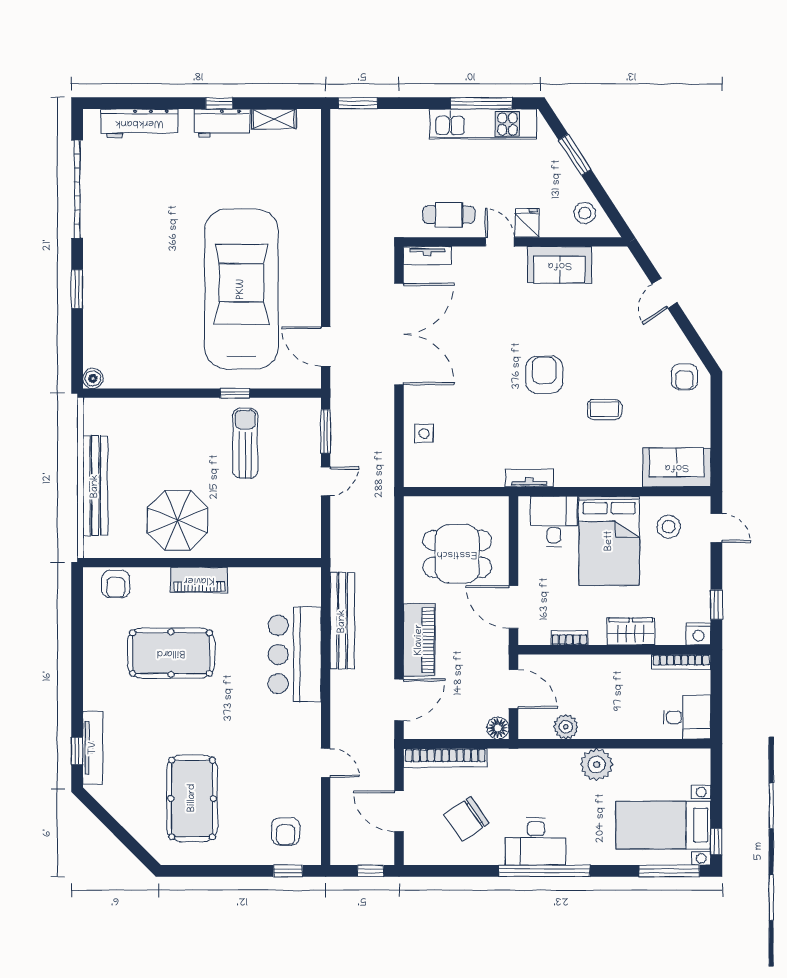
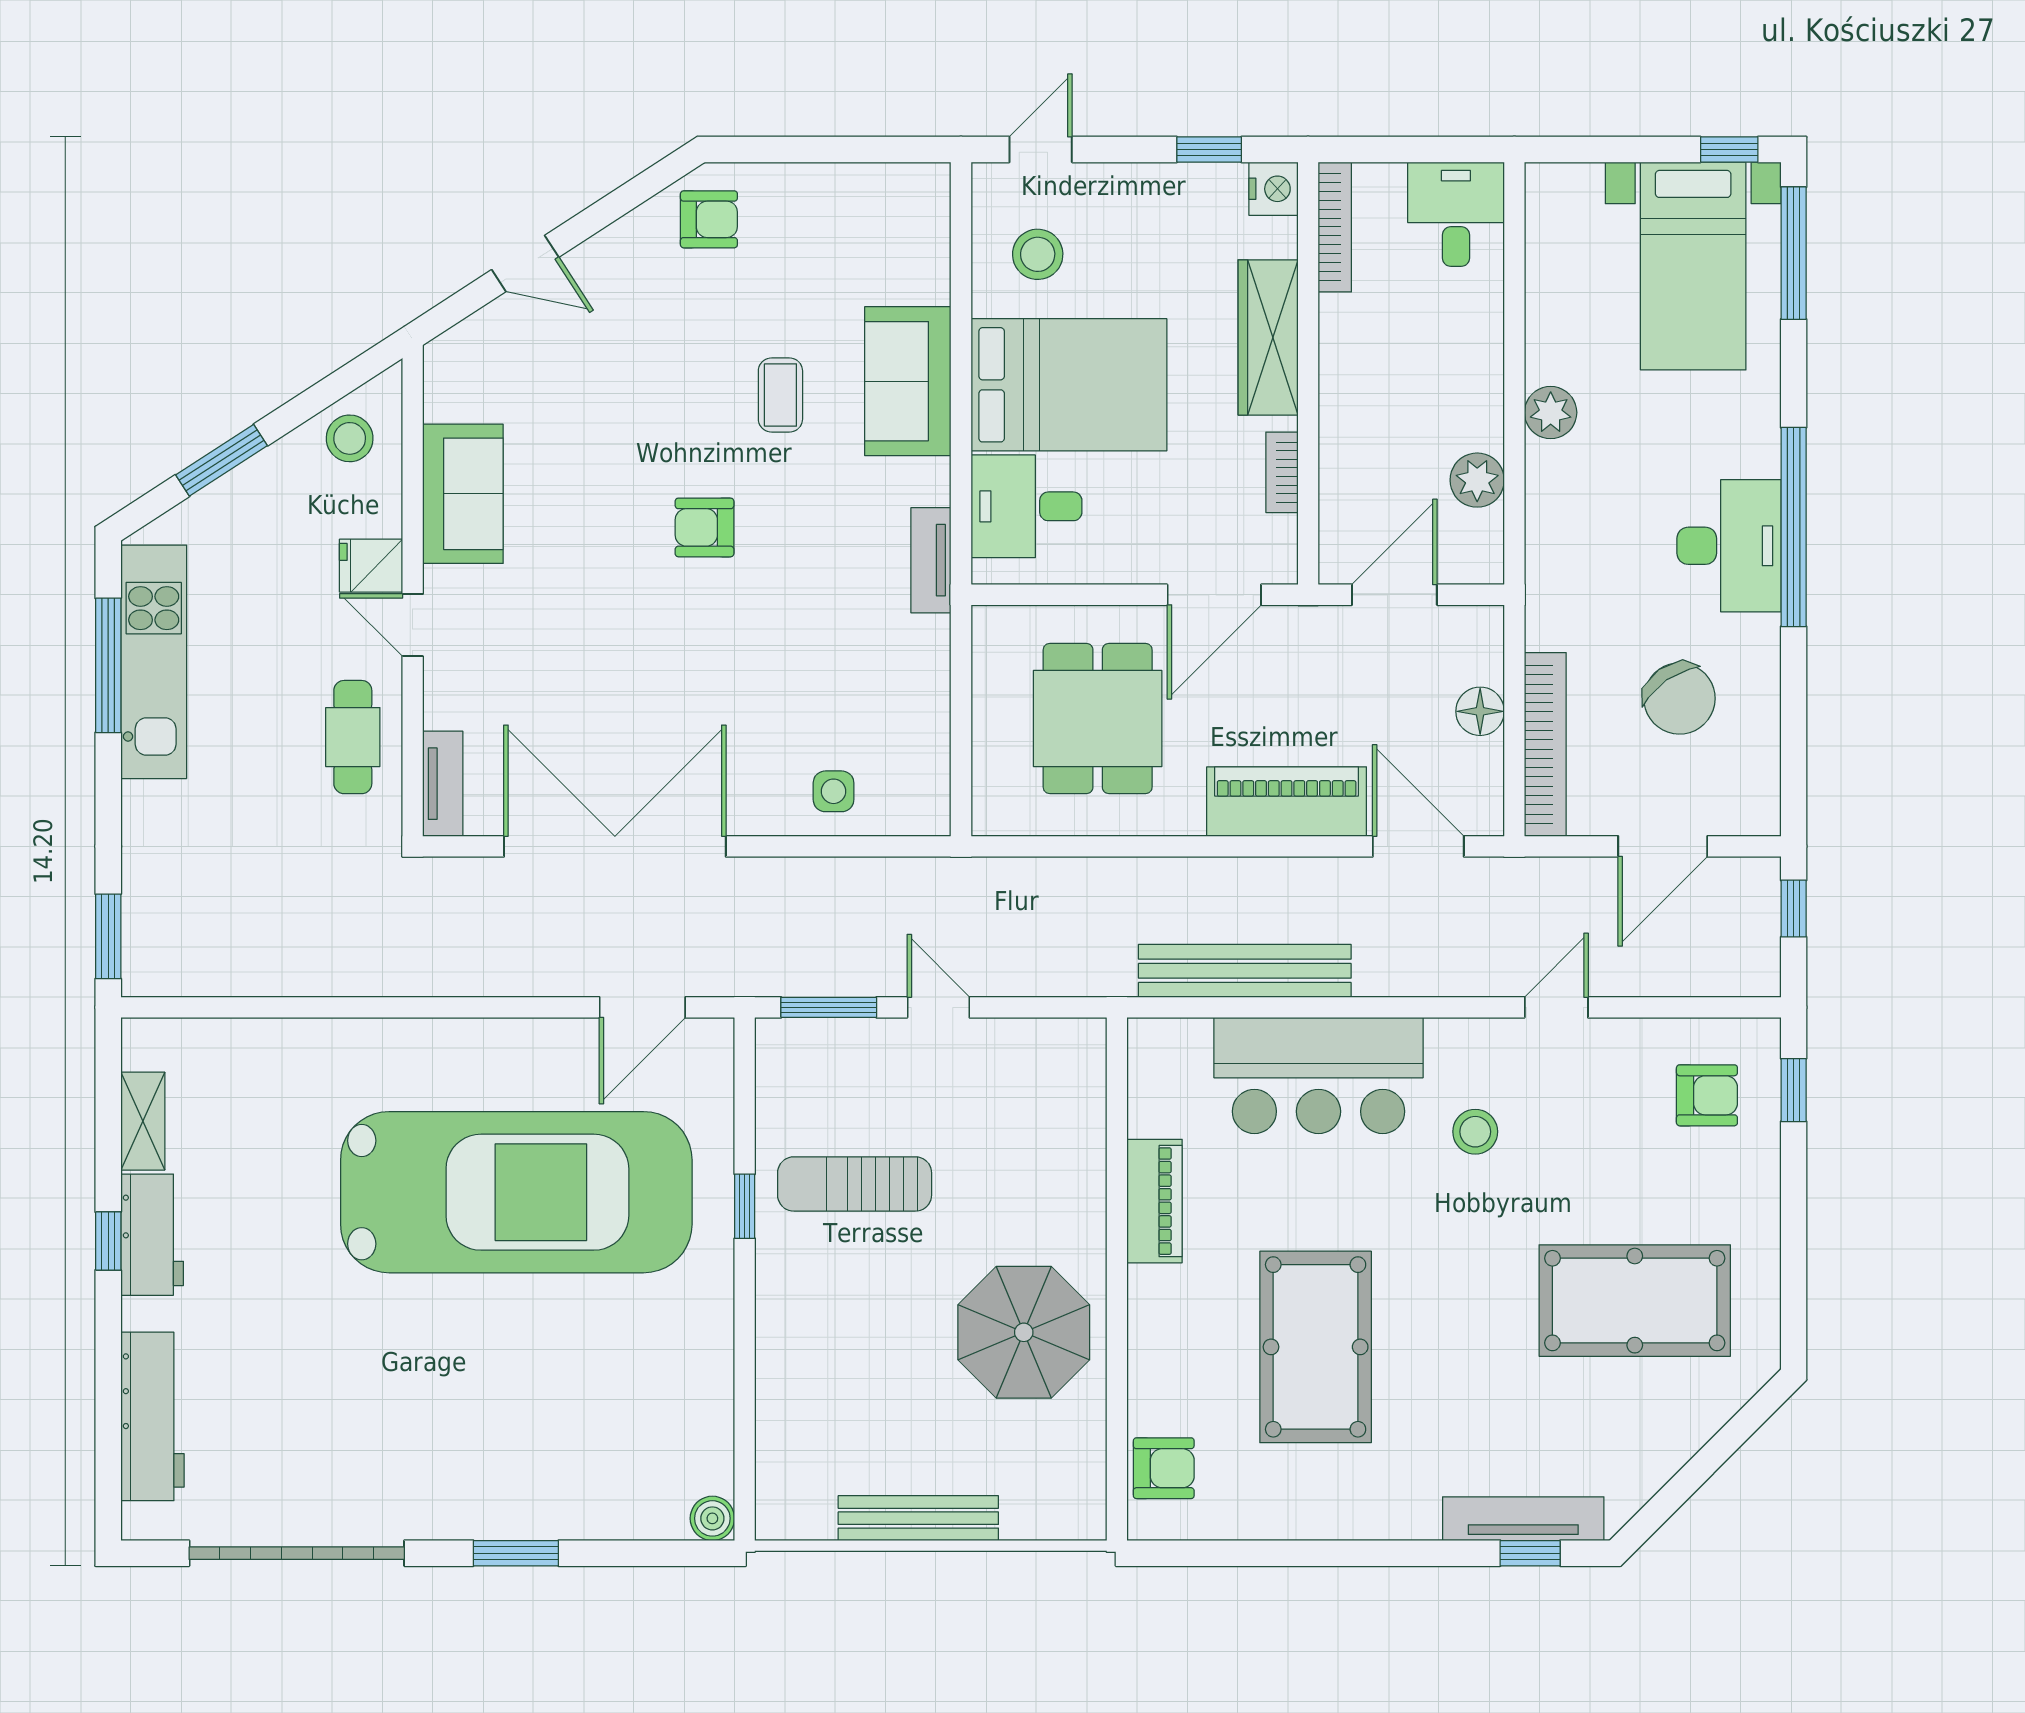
door: (500, 242) -> (413, 625), hinge flipped
car: (241, 289) -> (516, 1192), turned 180
armchair: (544, 375) -> (704, 527), width x0.72, depth x0.72
sofa: (677, 467) -> (908, 381), moved
bench: (95, 486) -> (918, 1518), width x0.73, depth x0.82
piano: (199, 580) -> (1155, 1201), moved
wardrobe: (631, 631) -> (1268, 337), width x1.50
stool: (269, 726) -> (1475, 1132), added
floor lamp: (498, 728) -> (1480, 711), moved
plant: (597, 765) -> (1551, 413), width x0.73, depth x0.73

